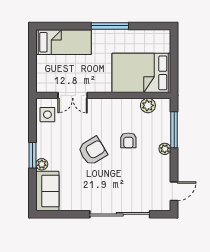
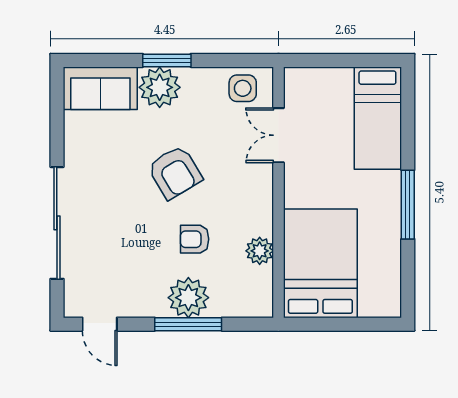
plant: (148, 105) -> (260, 251), moved
window: (174, 130) -> (188, 324), moved
plant: (165, 149) -> (188, 298), width x1.88, depth x1.88
plant: (42, 164) -> (160, 87), width x1.88, depth x1.88

